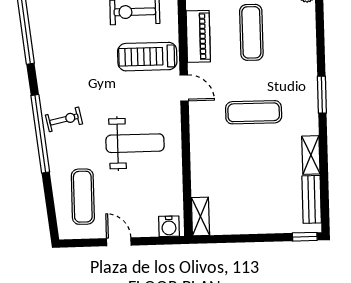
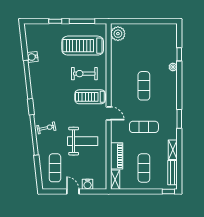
piano: (198, 36) -> (117, 156), moved
exercise mat: (256, 192) -> (144, 168), added
water cooler: (169, 226) -> (88, 184), moved

